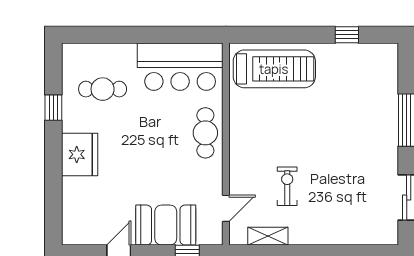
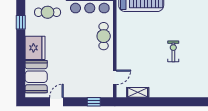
exercise bike: (287, 186) -> (173, 51), moved
booth: (166, 225) -> (36, 77), moved, turned 90

